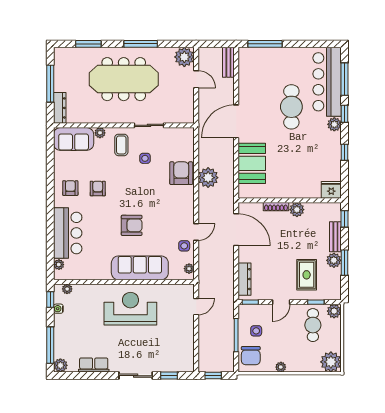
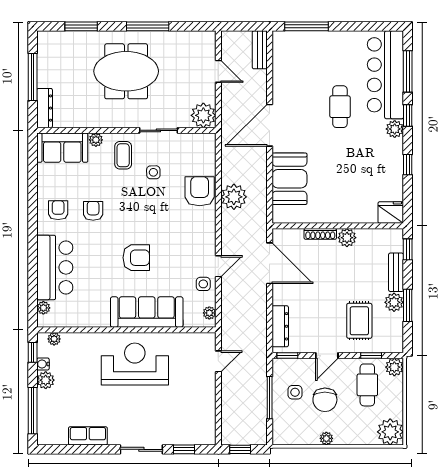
plant: (184, 57) -> (203, 115), moved
meeting table: (124, 79) -> (126, 71), width x0.73
cafe table: (291, 107) -> (340, 107), width x0.73, depth x0.74
chair: (251, 356) -> (325, 400), moved
plant: (60, 365) -> (46, 380), moved

